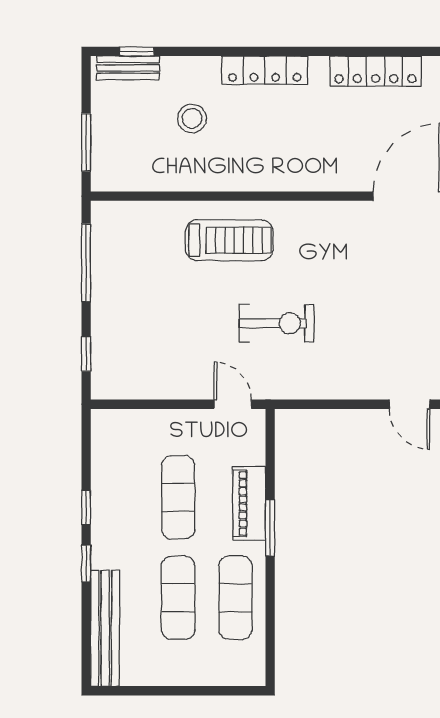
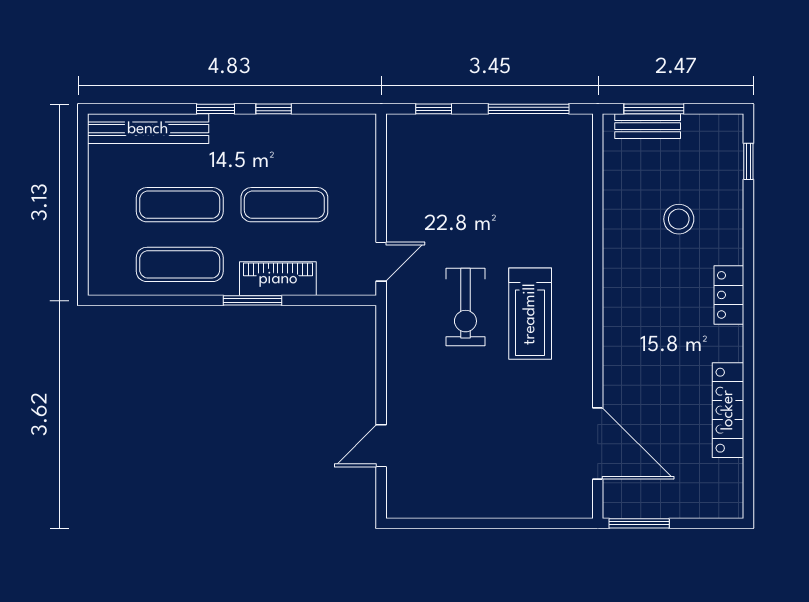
bench: (128, 68) -> (648, 126), moved, turned 90
locker: (265, 70) -> (729, 295), width x0.66
treadmill: (229, 240) -> (530, 314), moved

